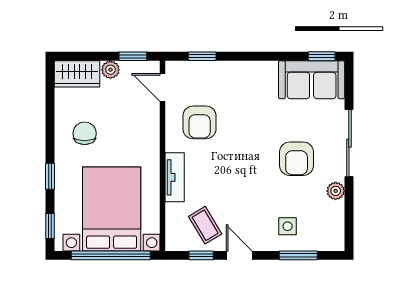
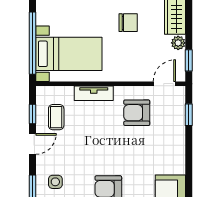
bed with nightstands: (112, 209) -> (69, 54), width x0.73
coffee table: (205, 225) -> (56, 117), turned -59

